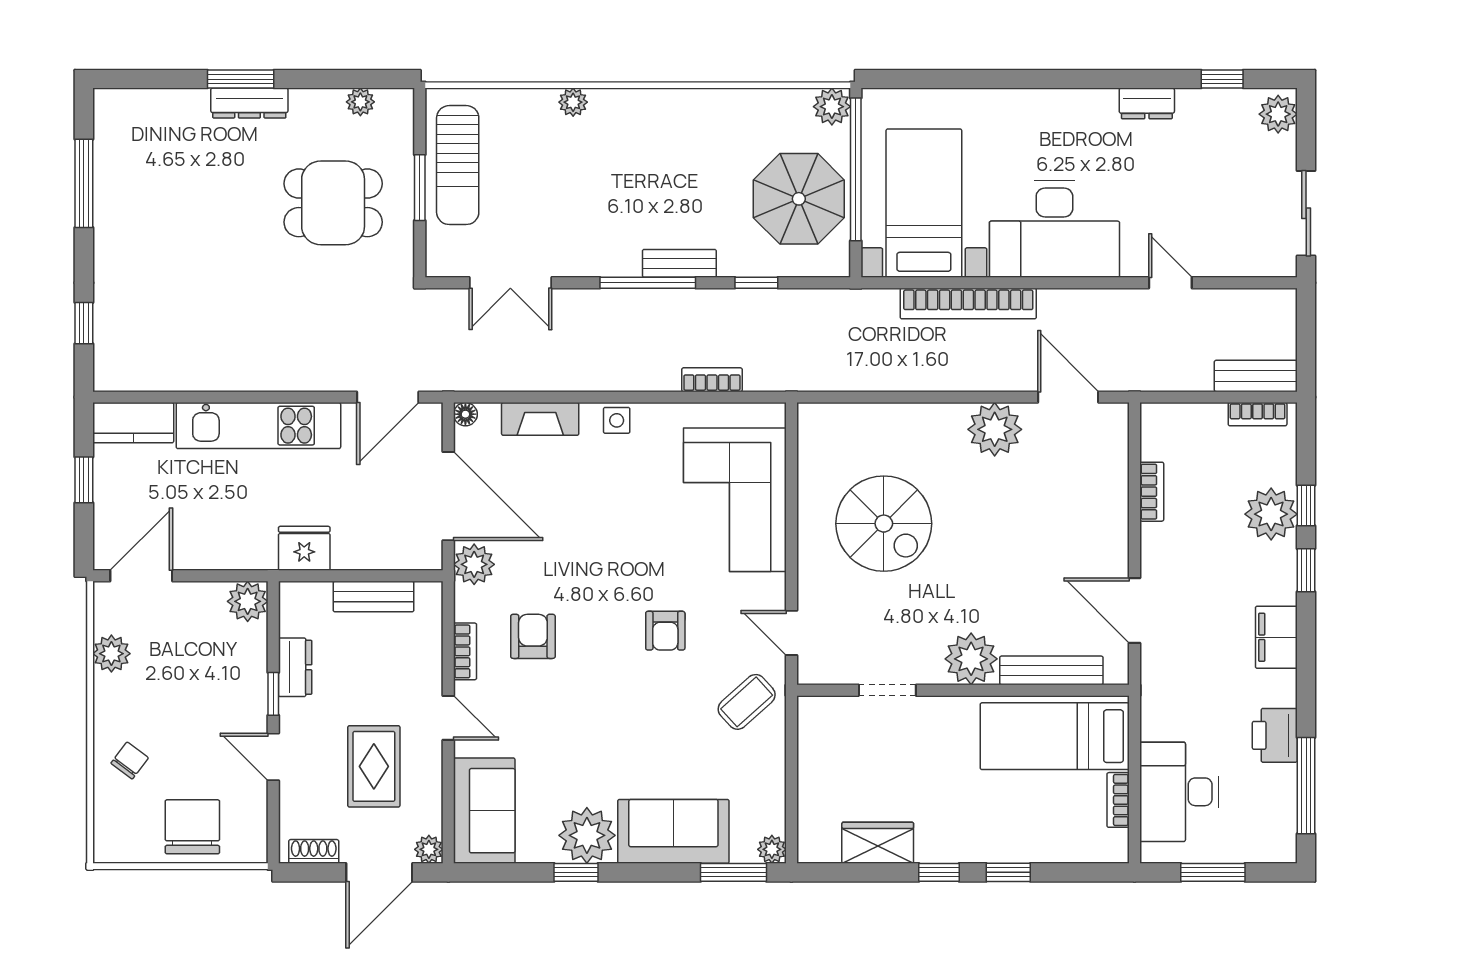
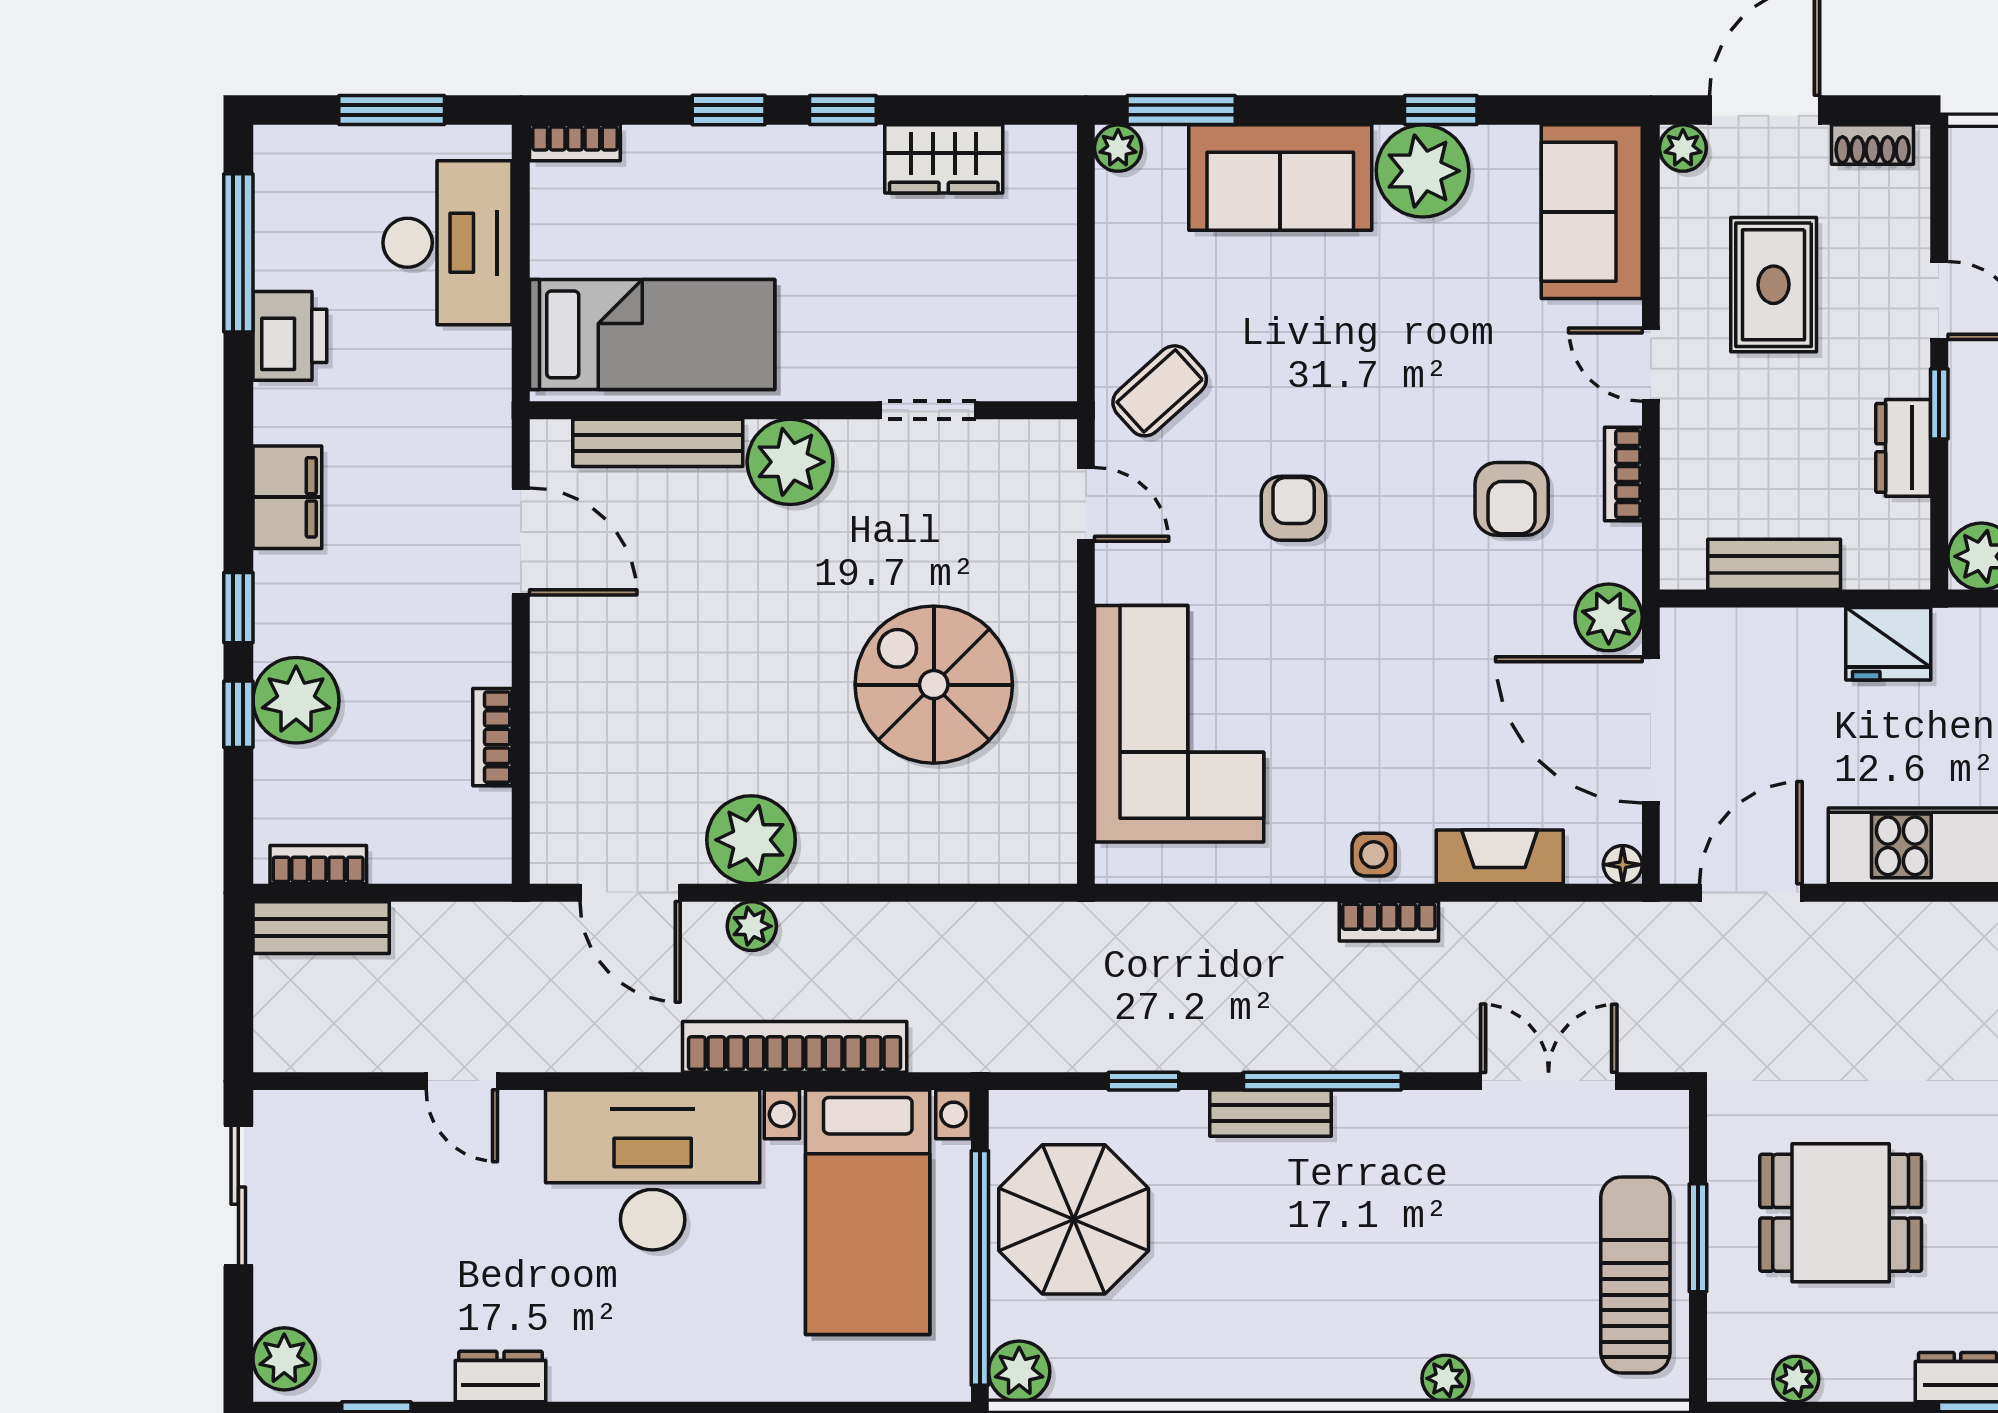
plant: (994, 377) -> (752, 926), added
bookcase: (712, 380) -> (1389, 921), moved
bookcase: (1118, 800) -> (575, 143), moved, turned 90

